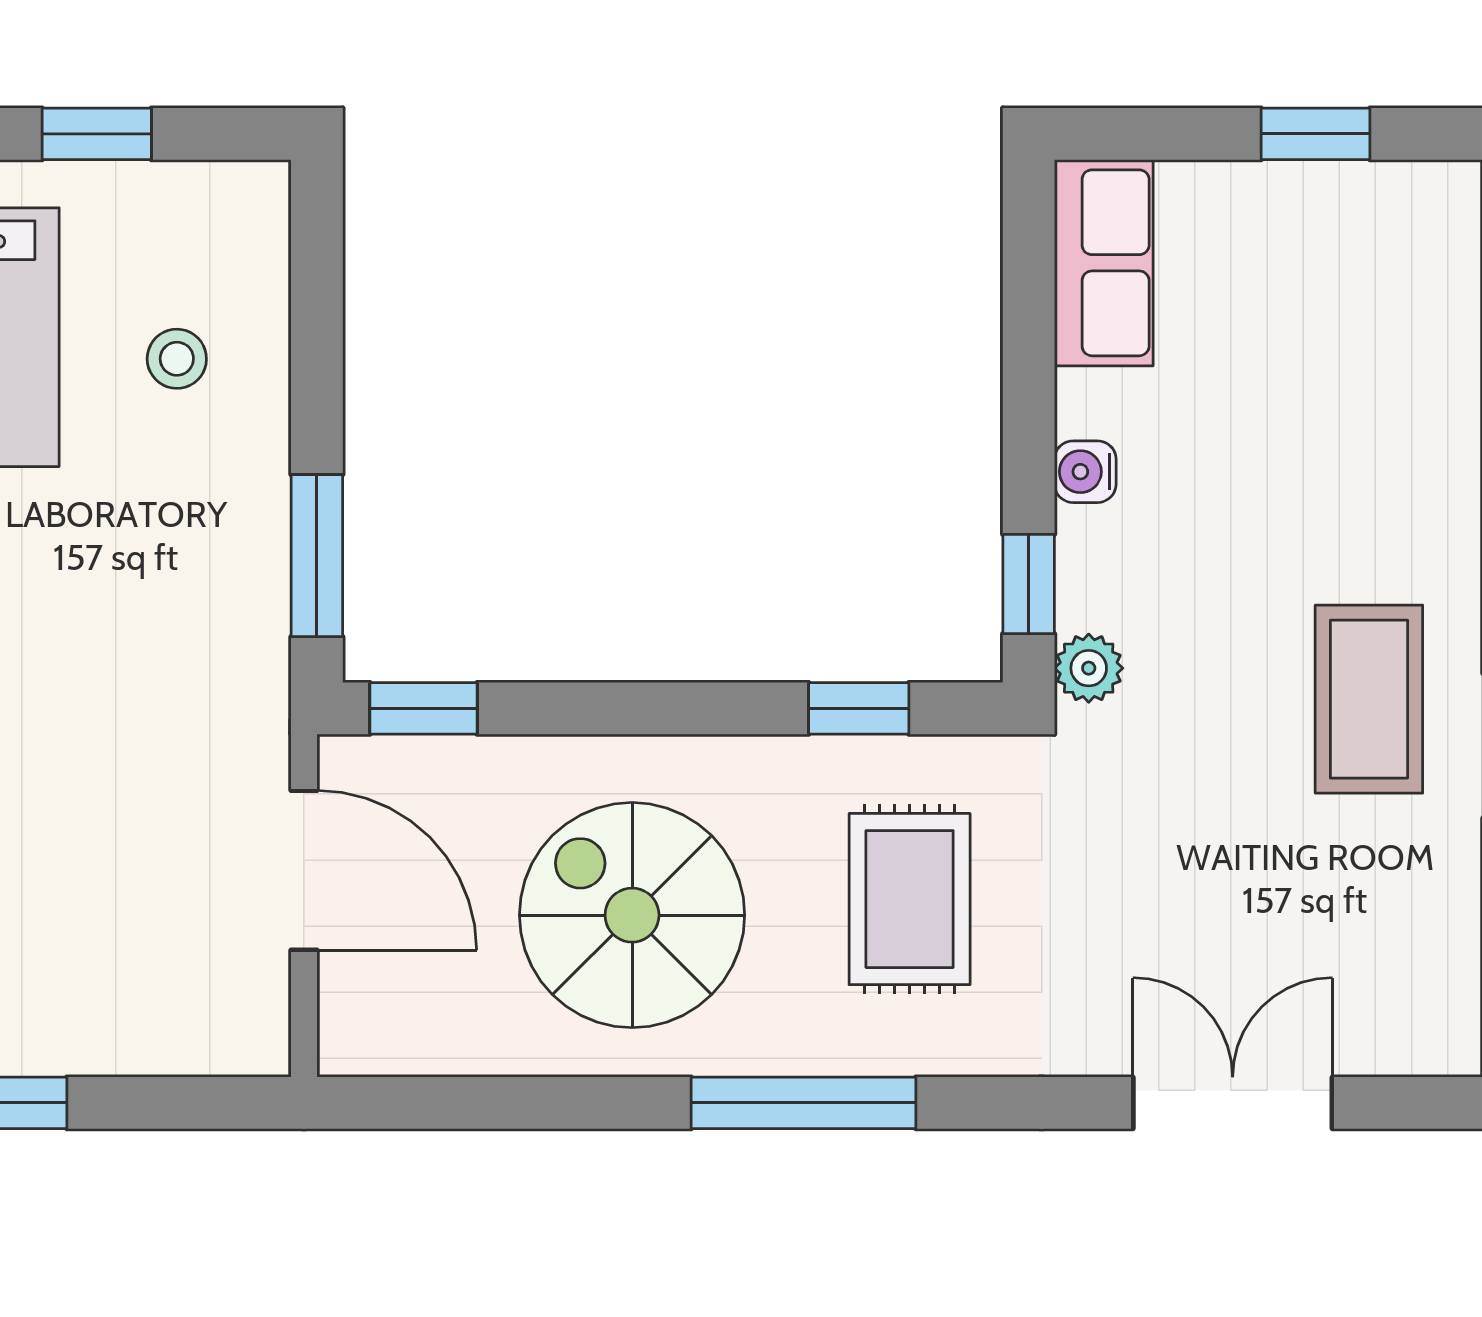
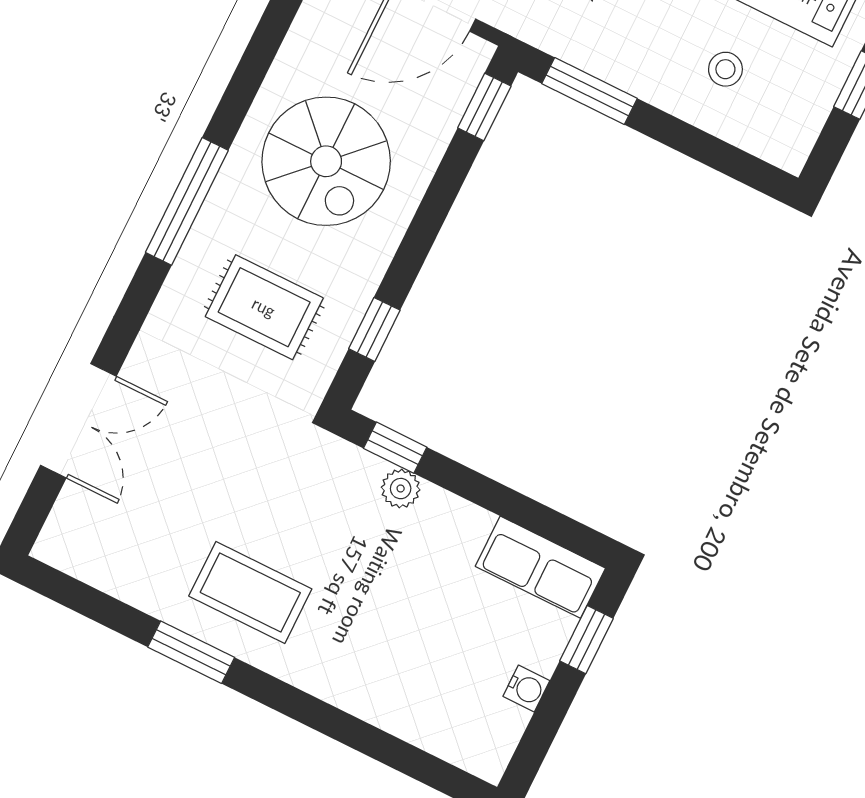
window: (1316, 134) -> (586, 640), moved
water cooler: (1085, 472) -> (526, 688), moved, turned 90
plant: (1089, 668) -> (401, 489), moved
spiral stairs: (632, 915) -> (326, 161), turned 90

